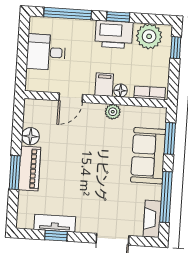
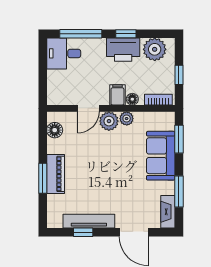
window: (176, 48) -> (179, 75), moved
desk: (46, 52) -> (64, 53), moved
plant: (93, 113) -> (109, 121), added
floor lamp: (30, 136) -> (55, 130), moved
window: (166, 197) -> (179, 192), width x0.69
tv unit: (55, 223) -> (89, 221), width x1.41

